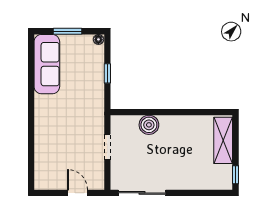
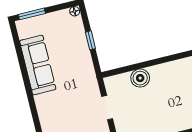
window: (68, 31) -> (32, 14), moved
sofa: (47, 64) -> (38, 65), moved

